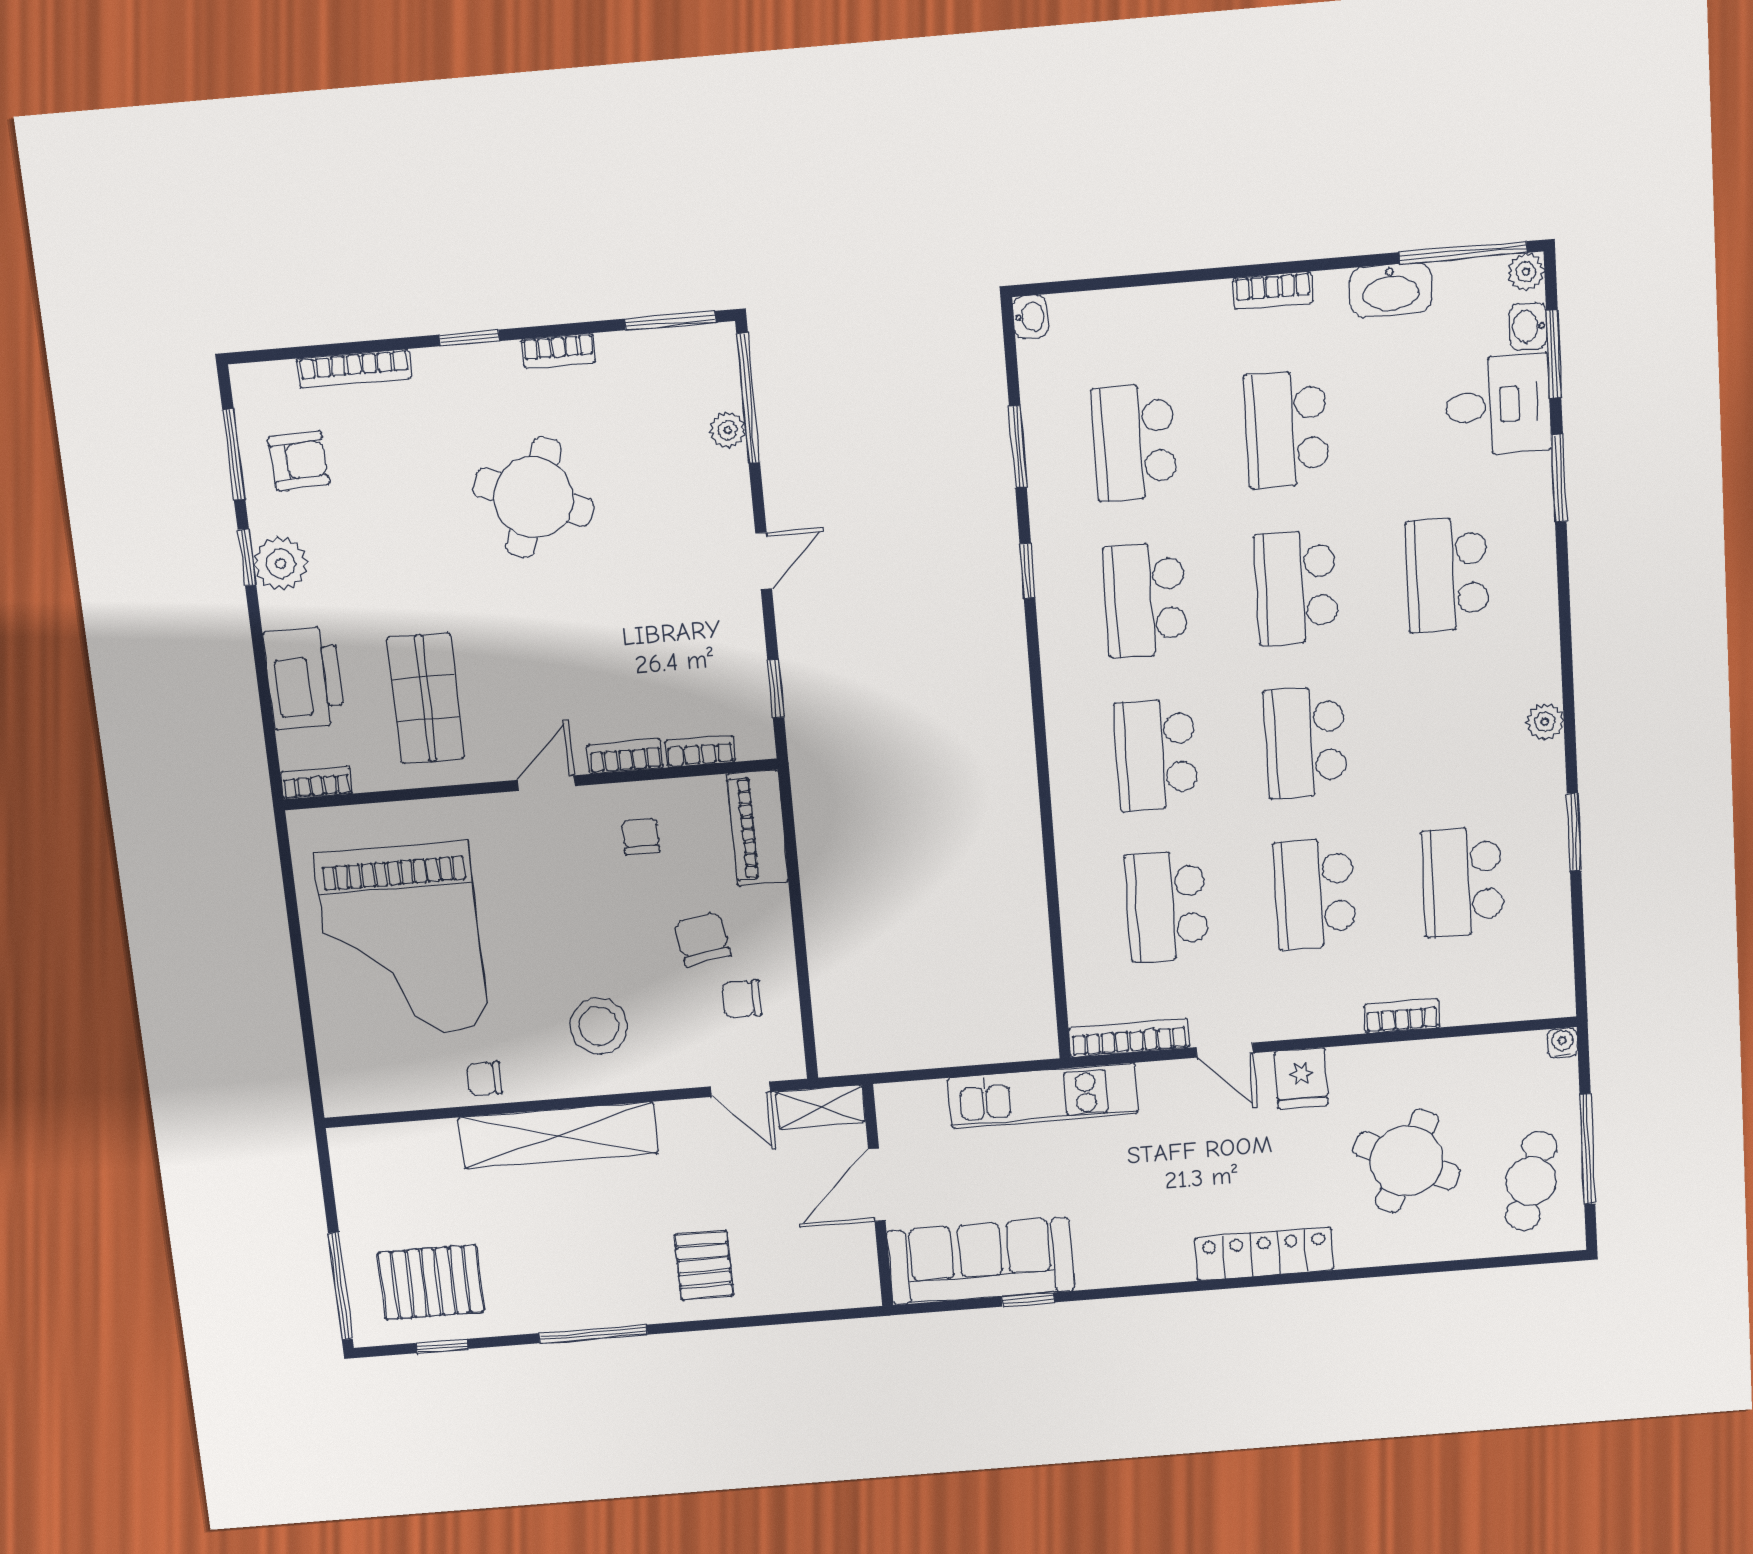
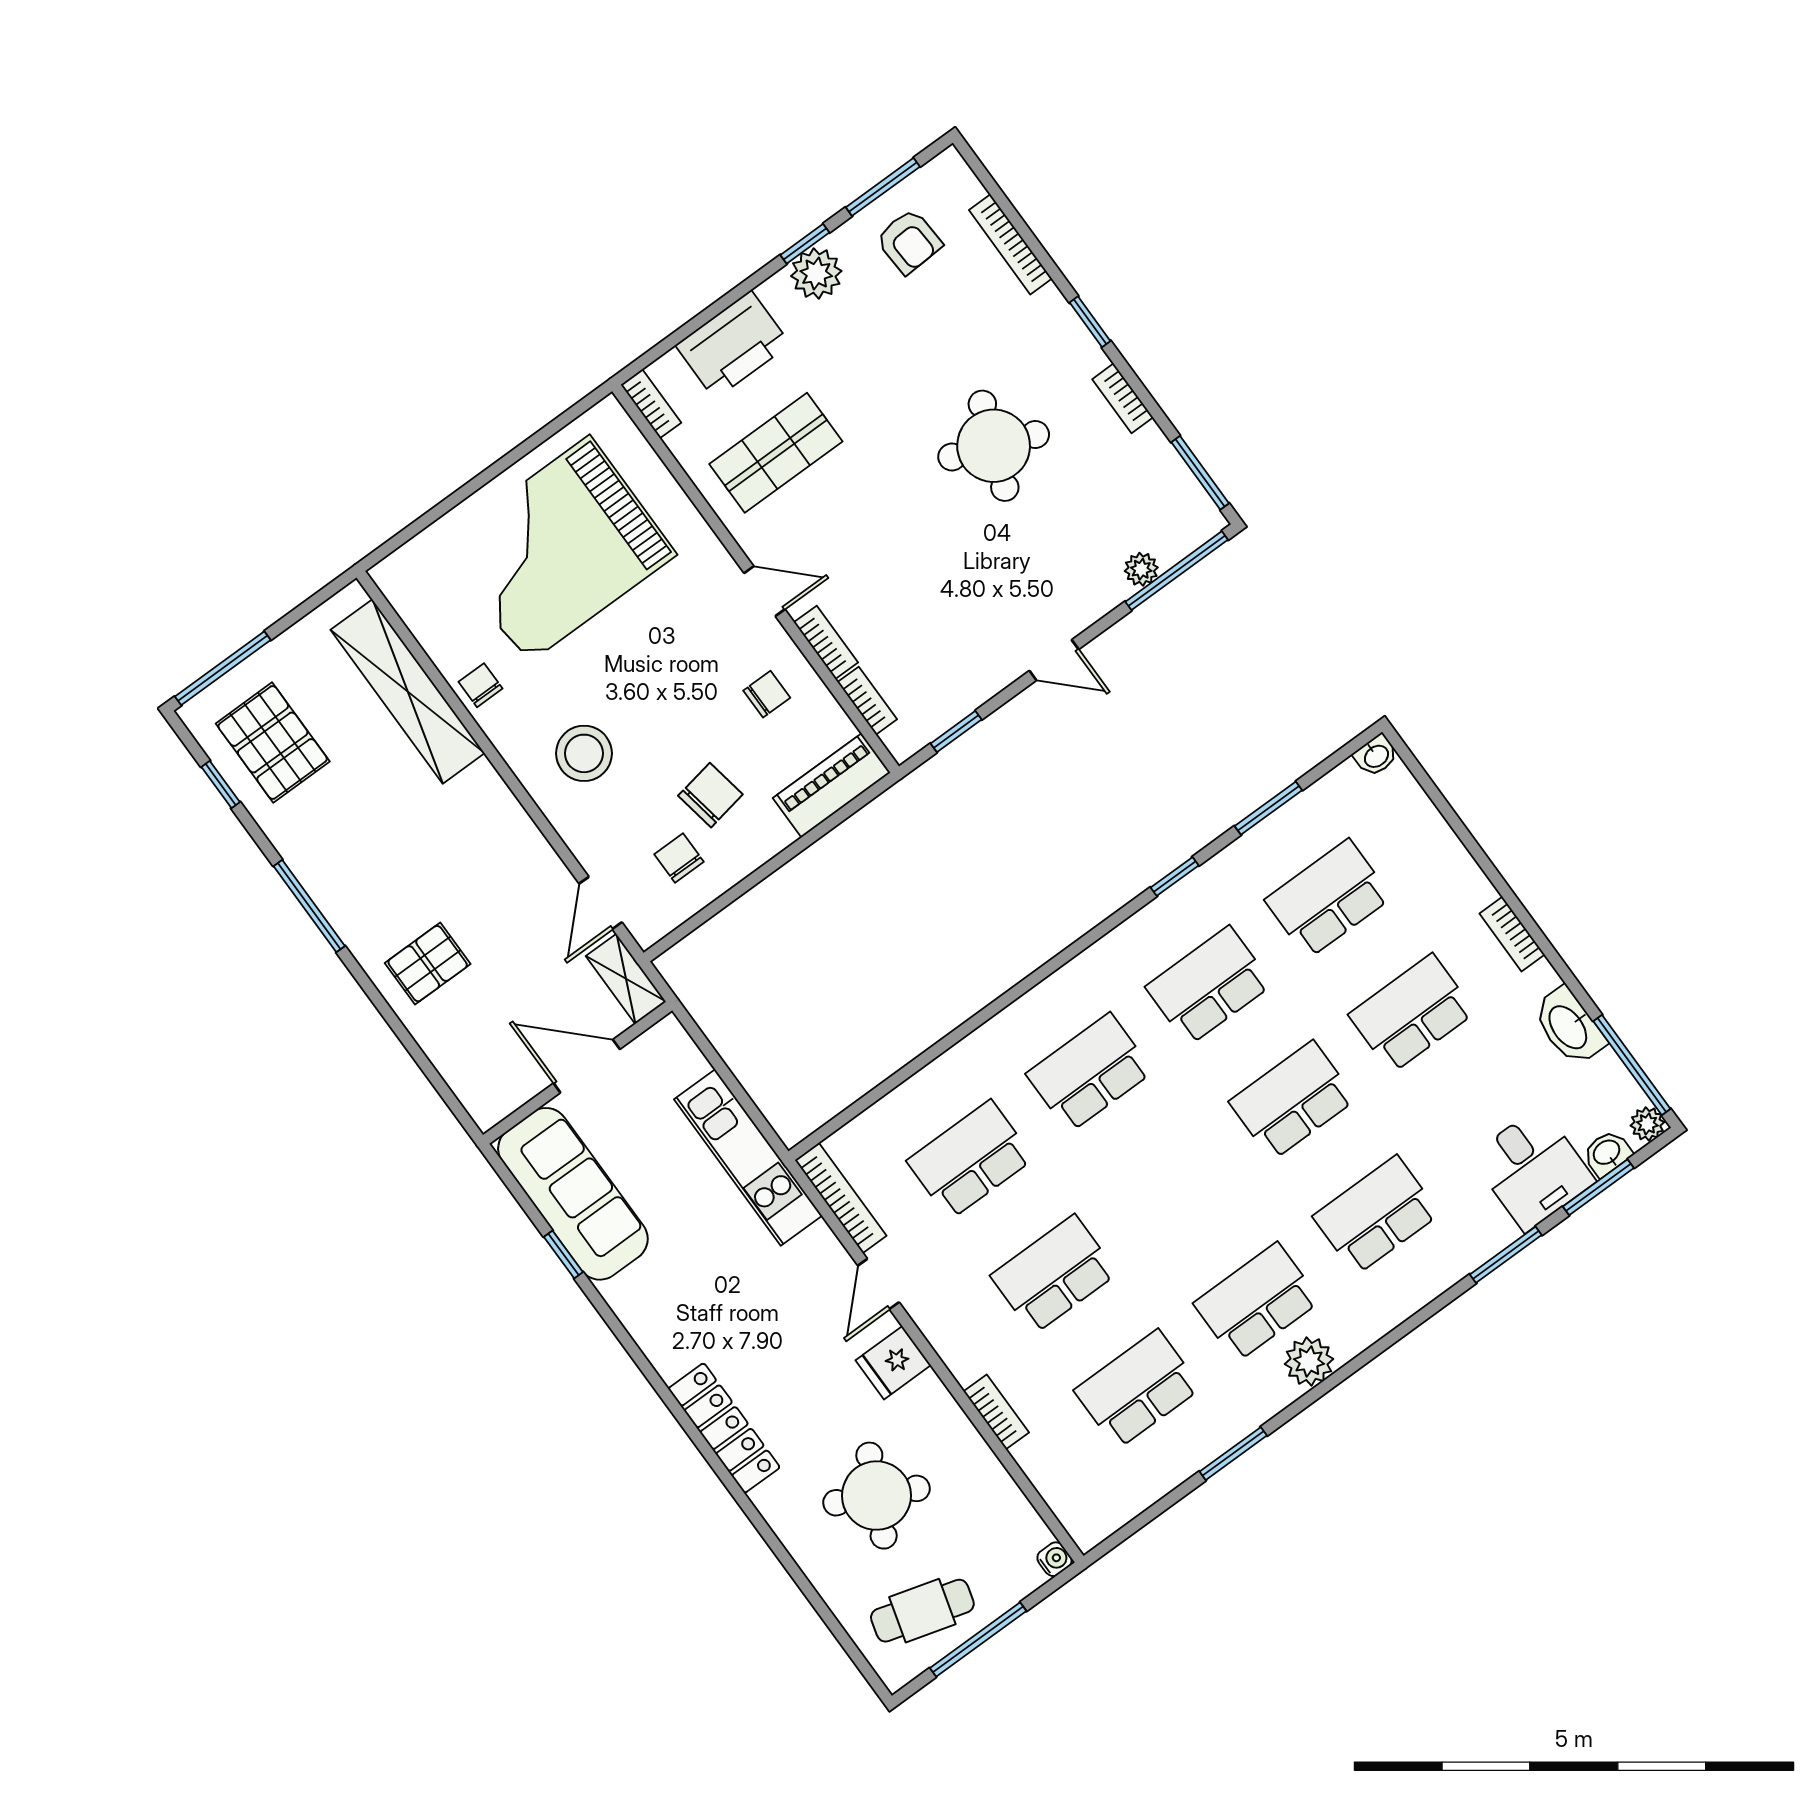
plant: (1545, 722) -> (1309, 1361), width x1.38, depth x1.38
school desk: (1305, 742) -> (1257, 1302), moved
shelving: (558, 1135) -> (408, 691), moved

